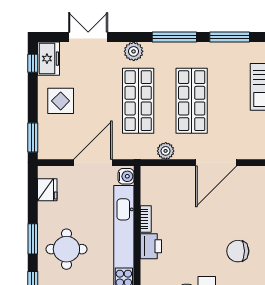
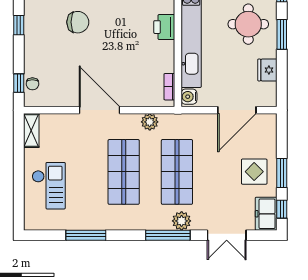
window: (174, 37) -> (168, 235), moved
window: (33, 137) -> (282, 173), moved
door: (93, 163) -> (237, 110), moved
door: (216, 163) -> (99, 110), hinge flipped
fridge: (47, 190) -> (267, 70), moved
bookcase: (146, 219) -> (169, 87), moved

